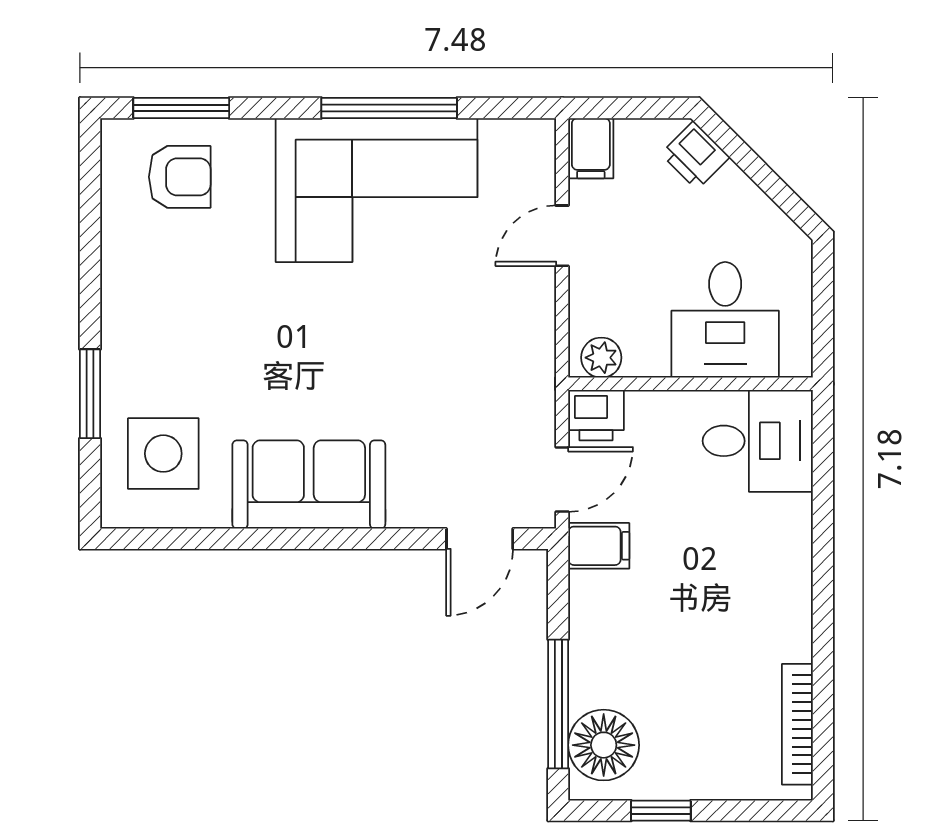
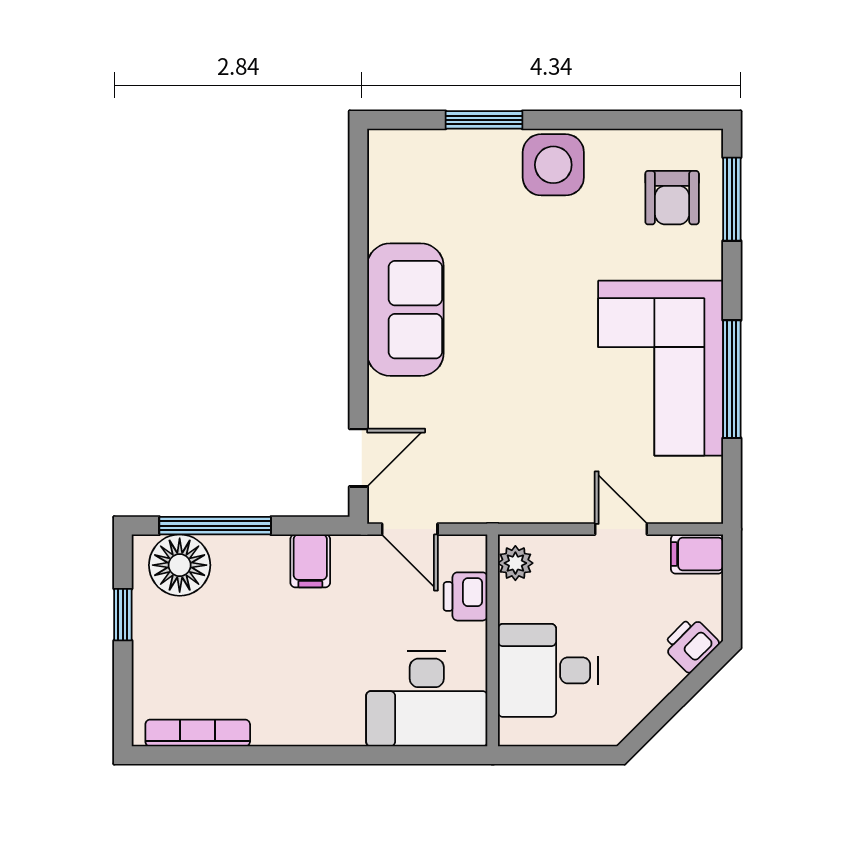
printer: (596, 415) -> (466, 596), moved
desk: (758, 441) -> (427, 699), width x1.37
side table: (163, 454) -> (553, 165), moved
door: (480, 539) -> (358, 458), swing flipped
filing cabinet: (599, 546) -> (310, 561), moved

